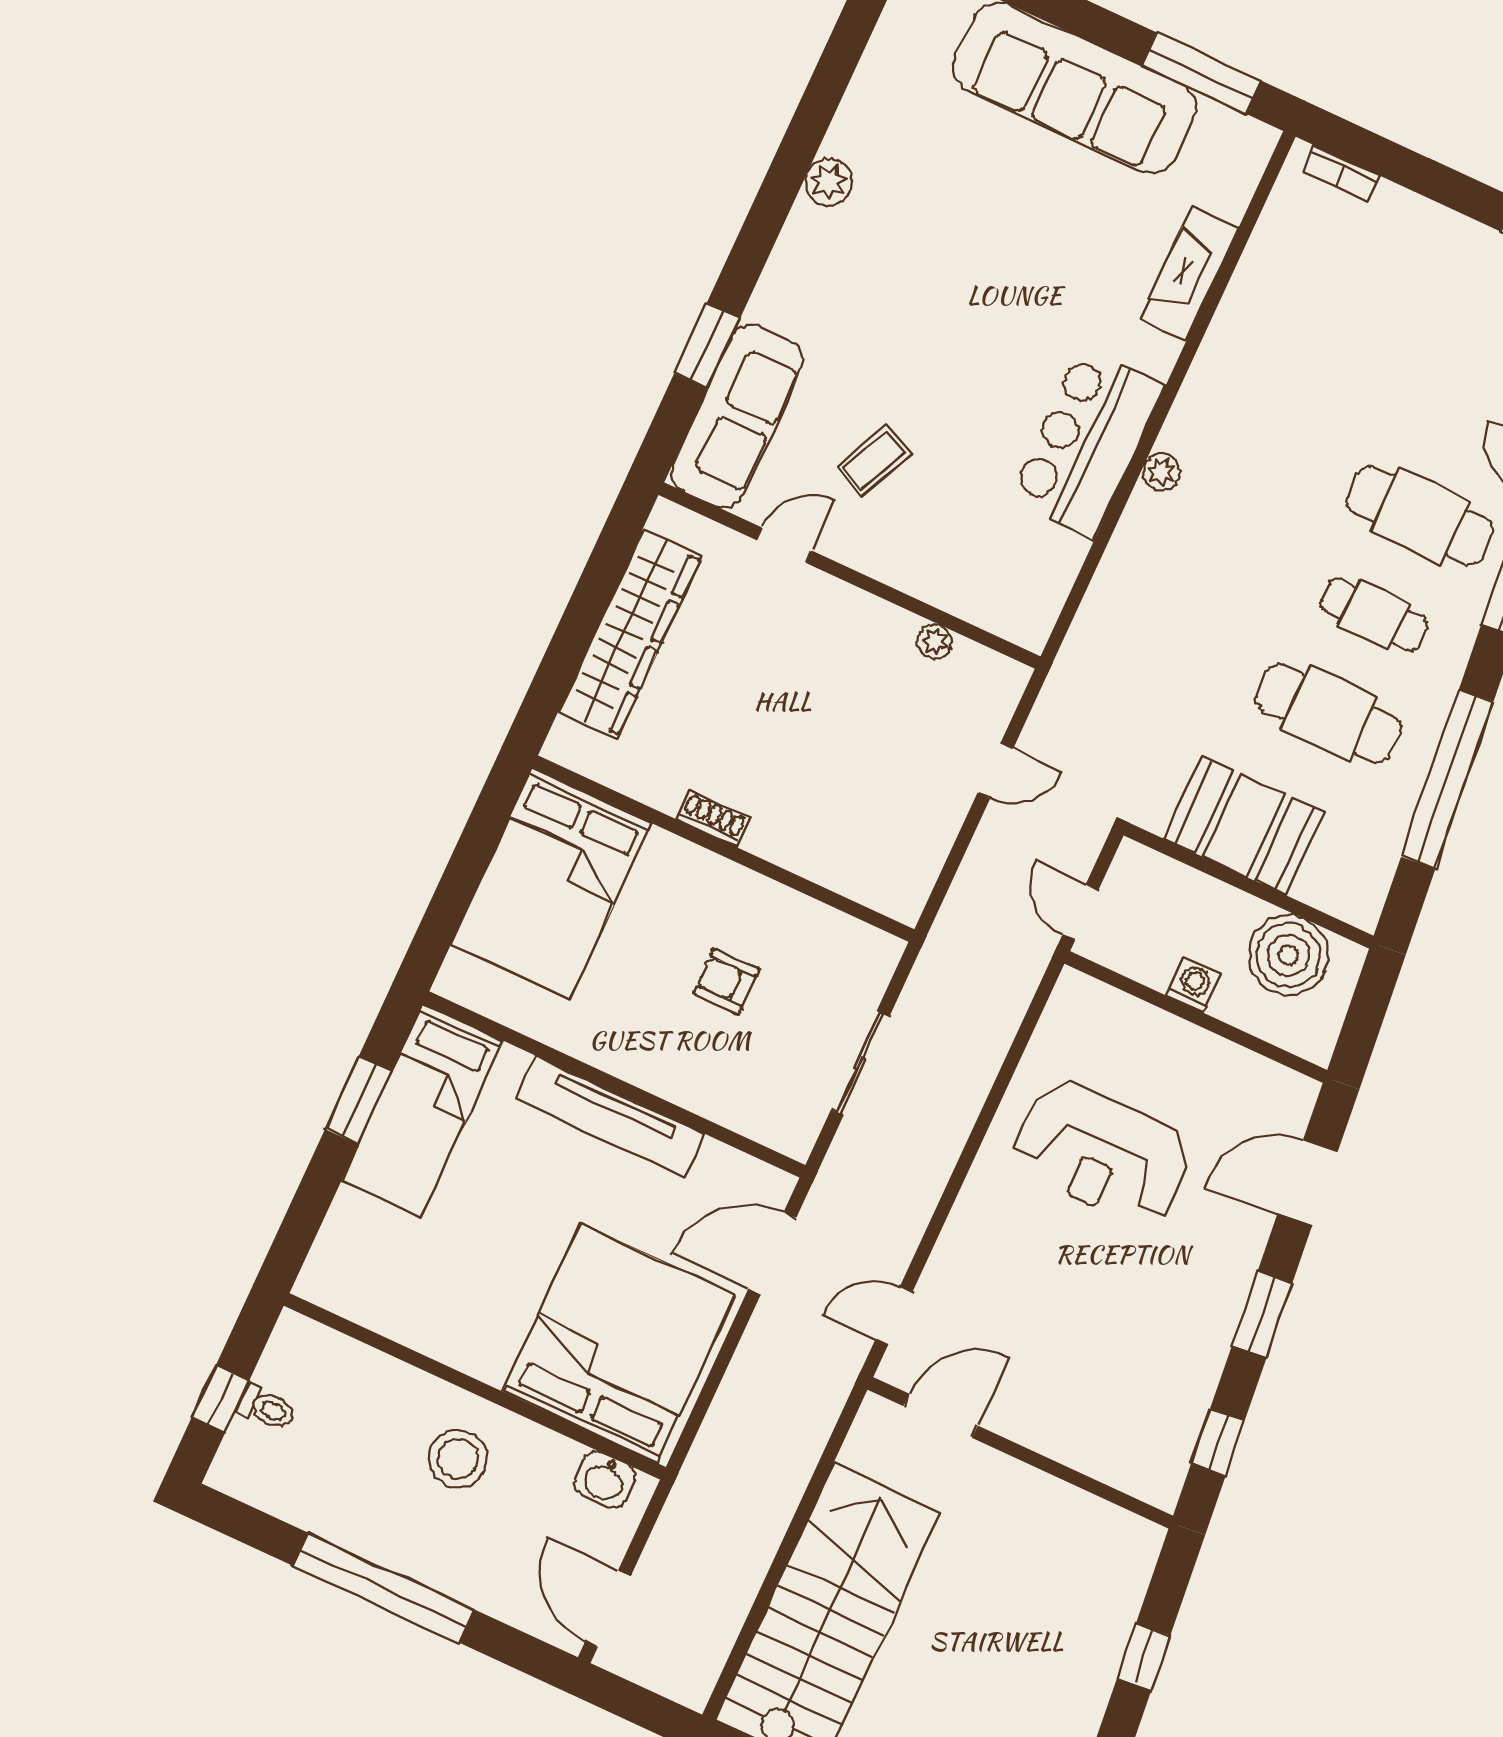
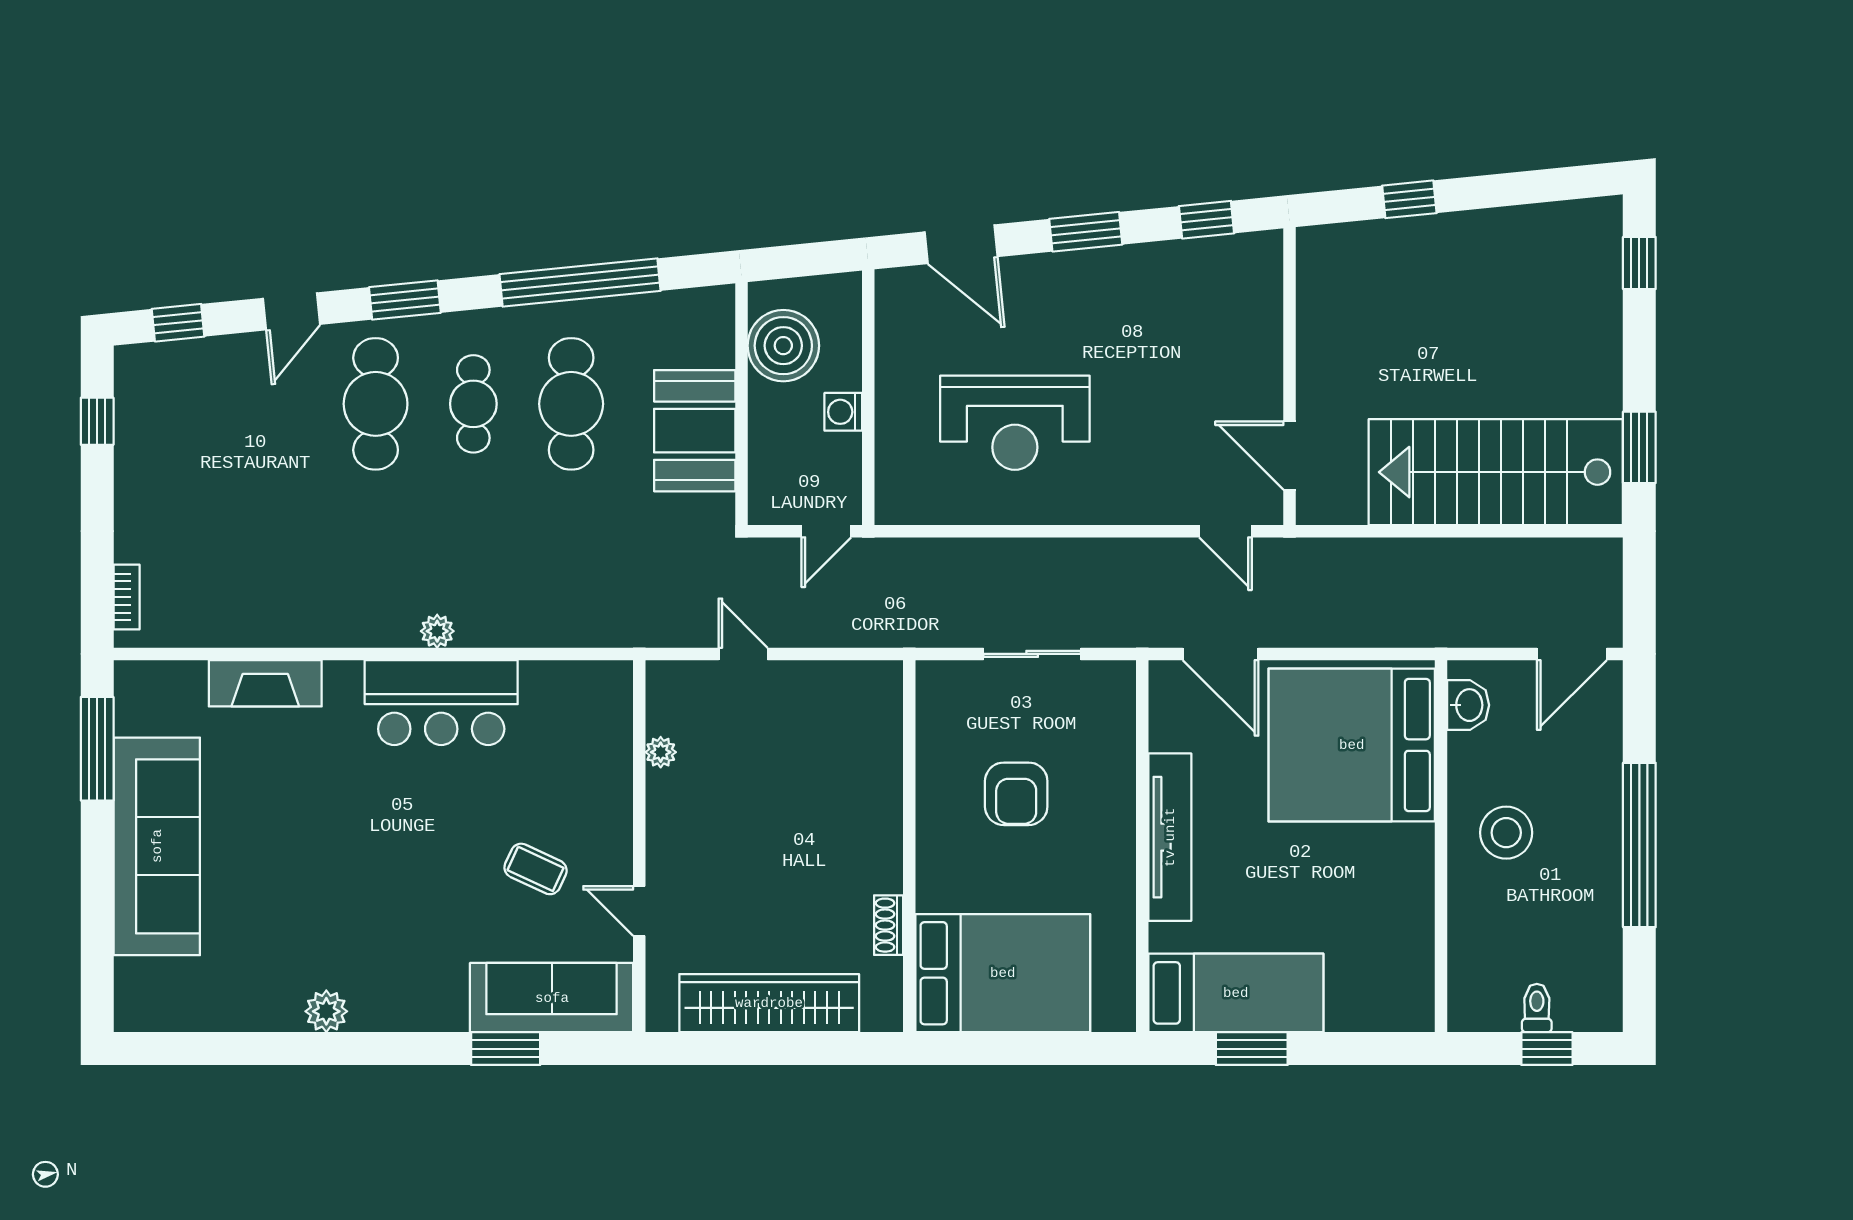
shoe rack: (713, 818) -> (889, 925), moved
armchair: (726, 981) -> (1016, 794), width x1.38, depth x1.38
reception desk: (1102, 1153) -> (1015, 423), turned 90

